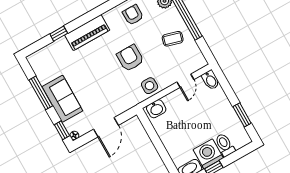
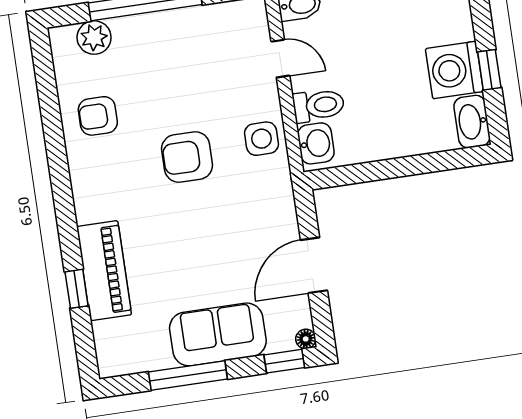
piano: (87, 33) -> (104, 271), moved
coffee table: (173, 39) -> (181, 51), removed
door: (106, 127) -> (314, 265), swing flipped
toilet: (225, 145) -> (319, 105), moved, turned 180

